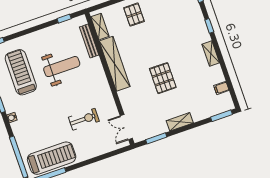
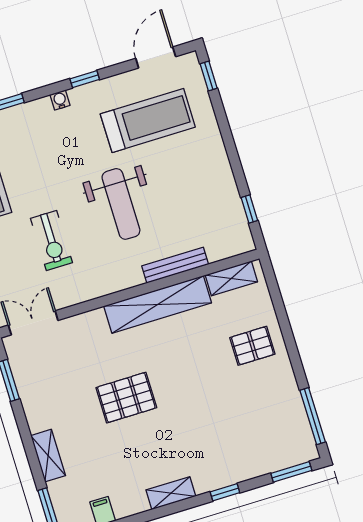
bench: (89, 41) -> (175, 265), moved
weight bench: (62, 67) -> (121, 204), moved
shelving: (180, 122) -> (48, 456), moved

